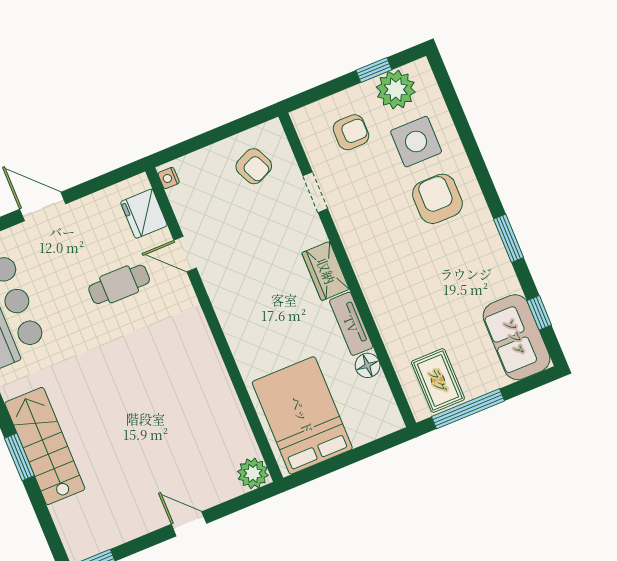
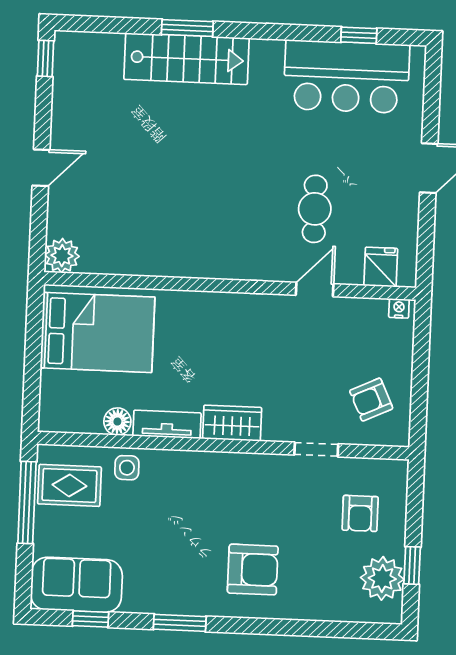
side table: (416, 142) -> (127, 468), moved, width x0.54, depth x0.54
fridge: (144, 214) -> (381, 267), width x0.72

